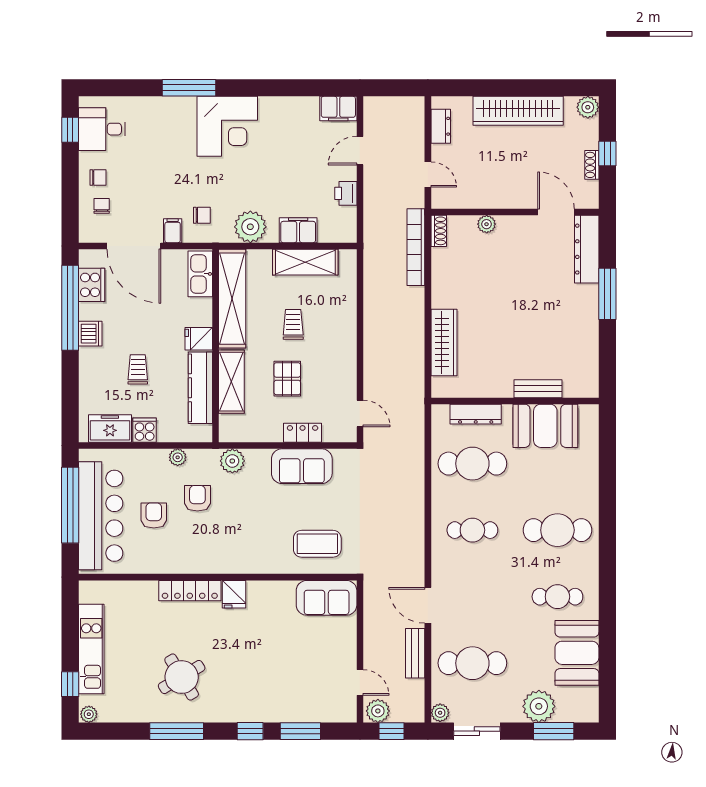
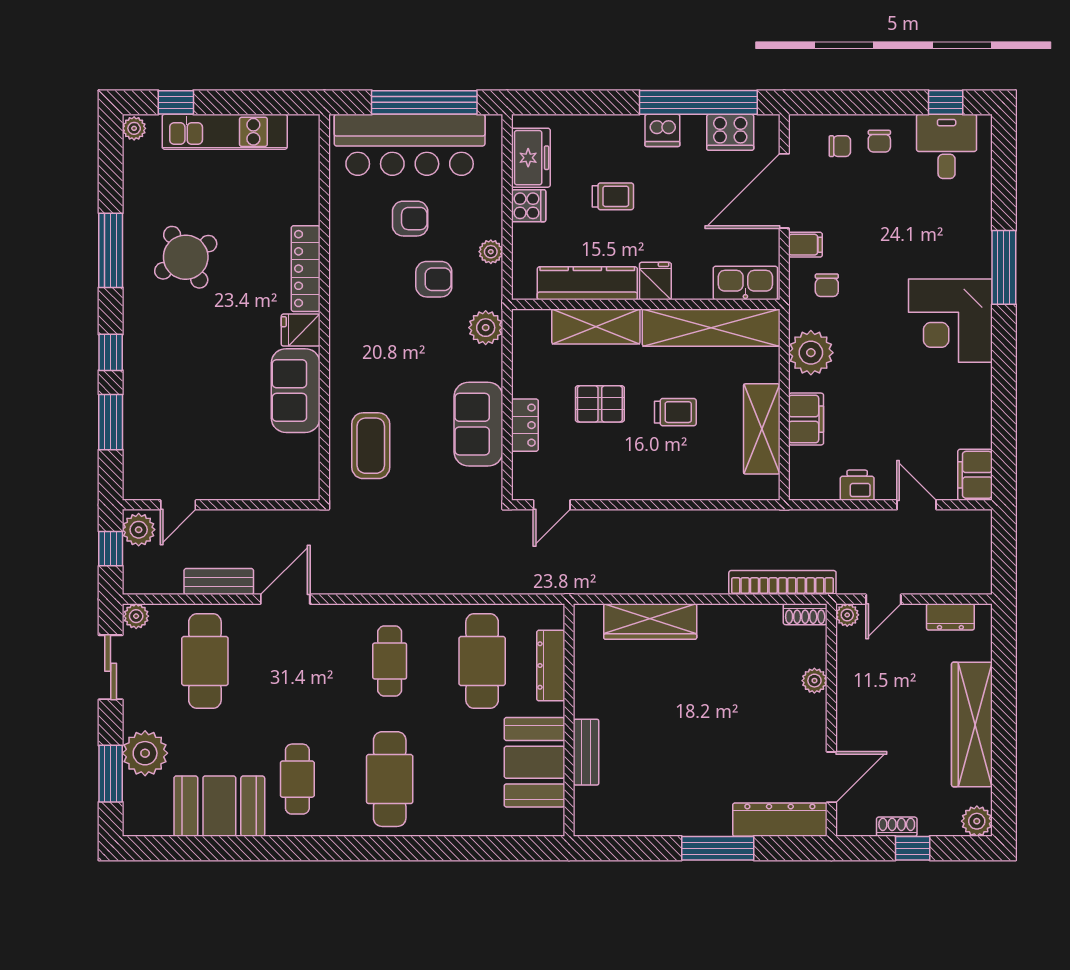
plant: (439, 201) -> (847, 615), added
sofa: (327, 598) -> (296, 391), moved

